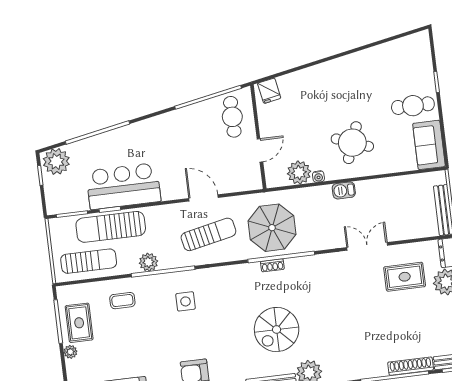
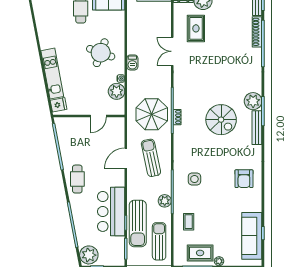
kitchen unit: (313, 76) -> (52, 74), added
cafe table: (232, 117) -> (77, 179), moved, turned 90
door: (260, 150) -> (98, 116), swing flipped

